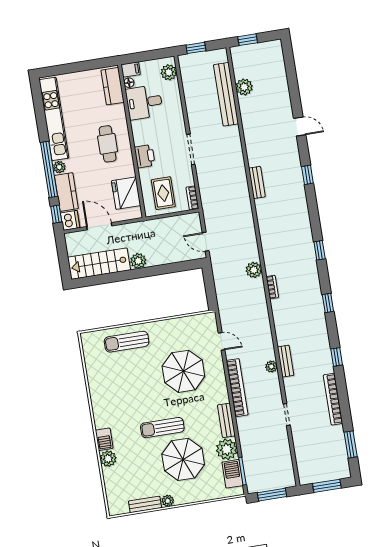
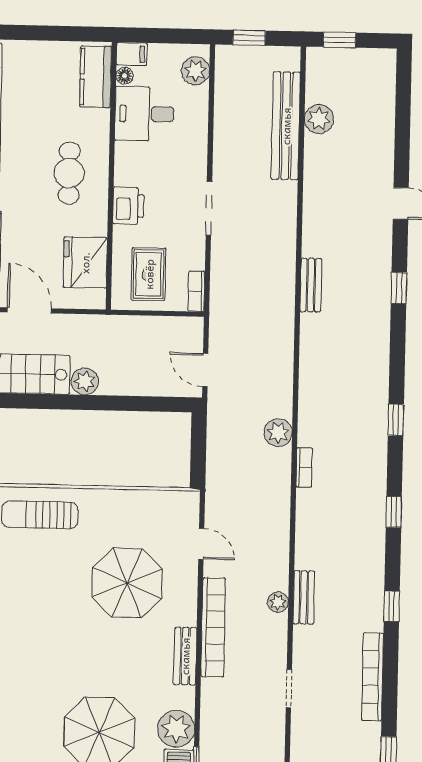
bench: (226, 420) -> (185, 656), moved
sun lounger: (162, 428) -> (74, 672), removed

